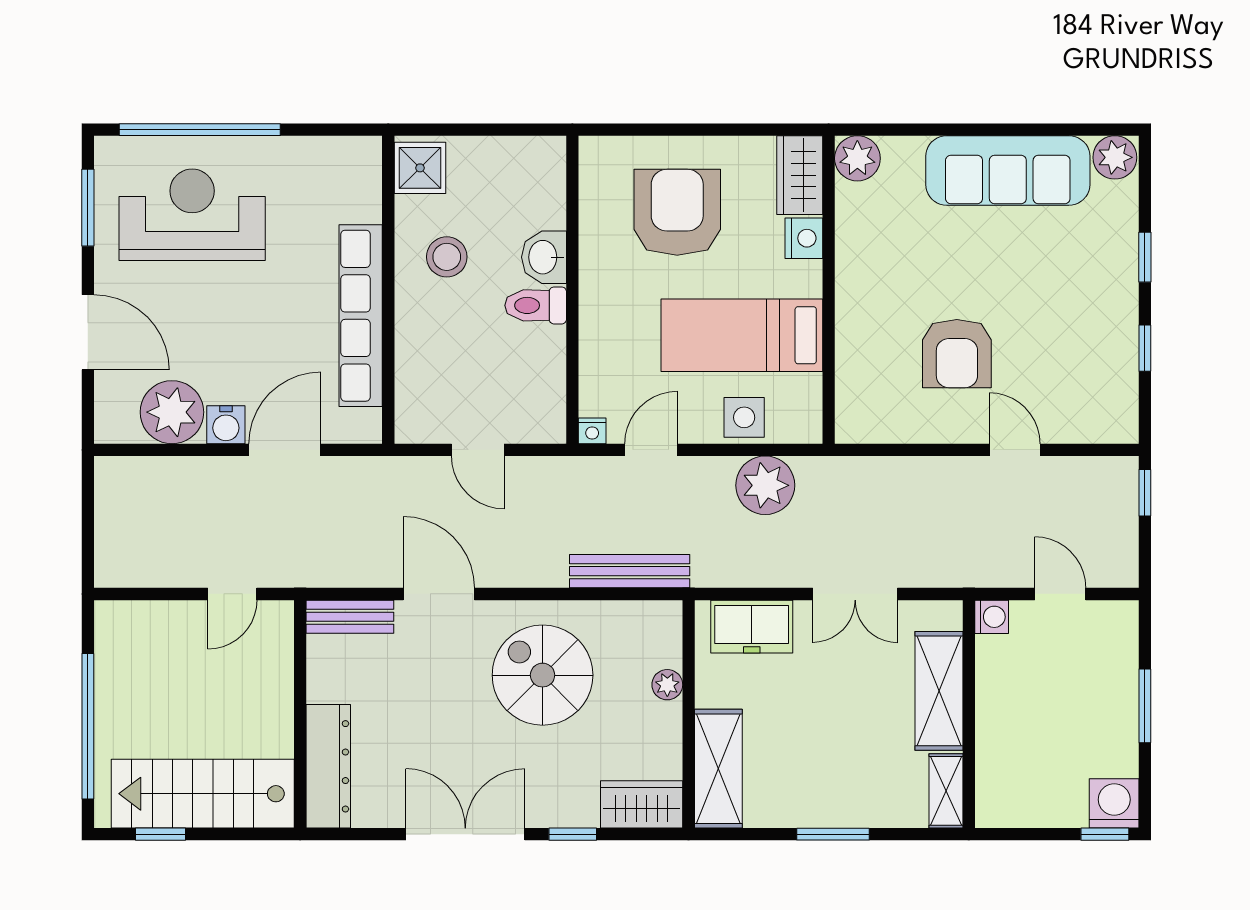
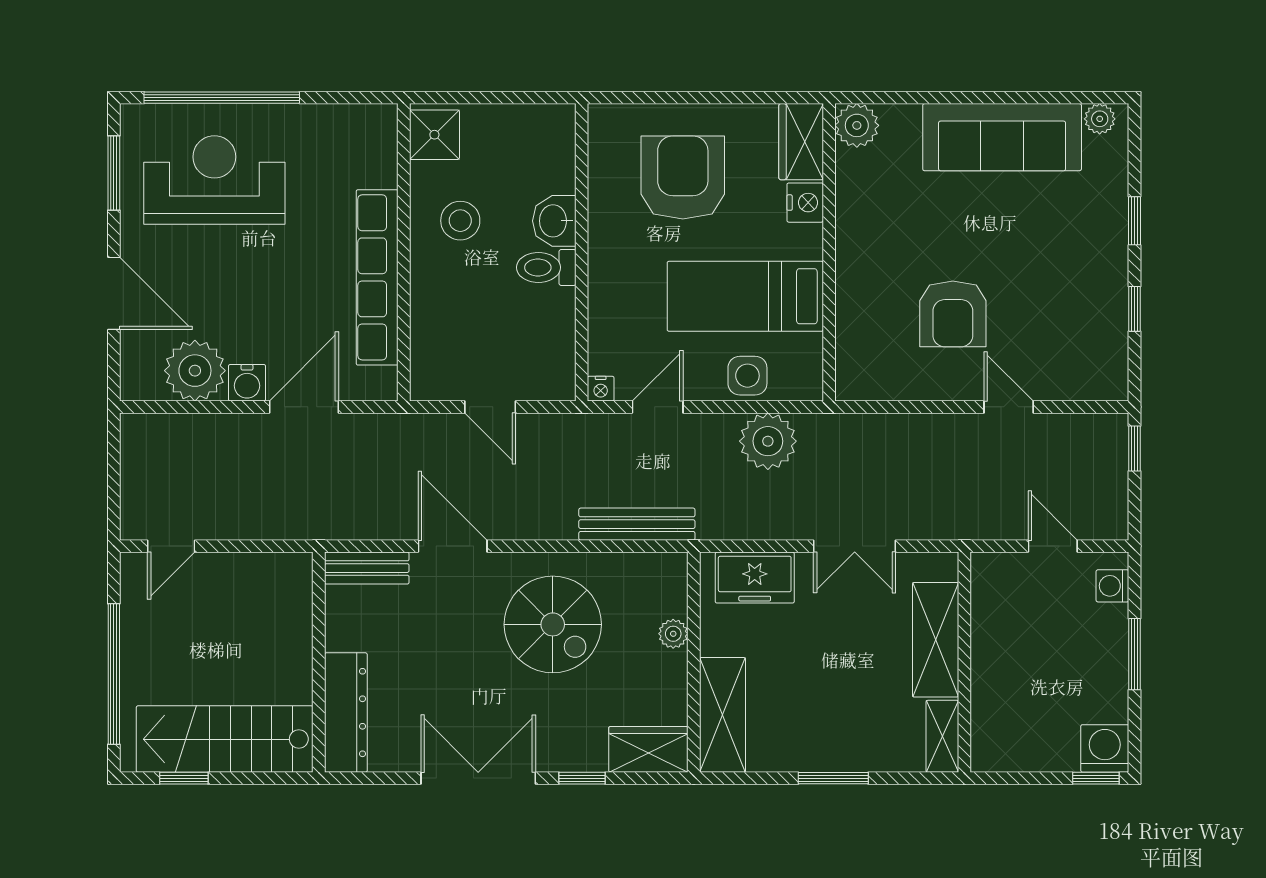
plant: (1115, 157) -> (1100, 119), width x0.73, depth x0.73
door: (232, 594) -> (171, 546), moved
washing machine: (992, 617) -> (1112, 586), moved, turned 180
spiral stairs: (543, 675) -> (553, 624), turned 180

